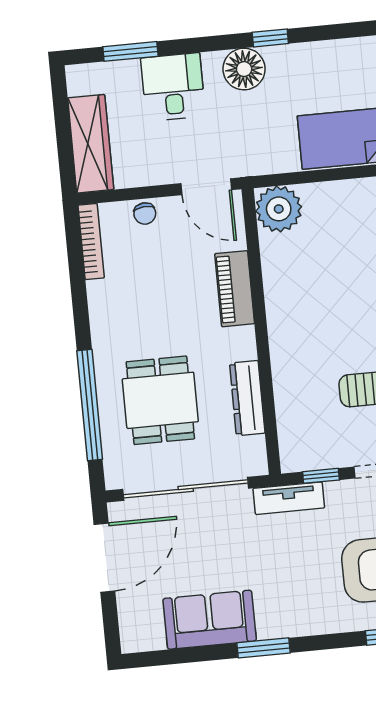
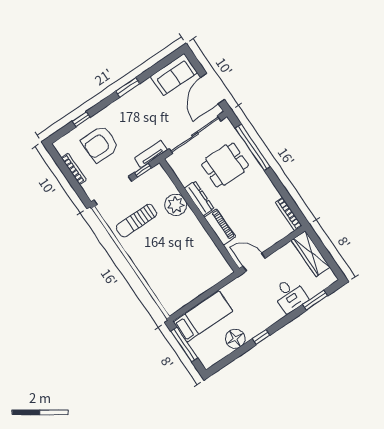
floor lamp: (244, 69) -> (235, 339), moved
plant: (279, 209) -> (176, 205), moved
chair: (145, 214) -> (273, 237), removed
dresser: (247, 398) -> (199, 198), moved
dining table: (160, 400) -> (225, 165), turned 90
sofa: (210, 620) -> (174, 75), moved

